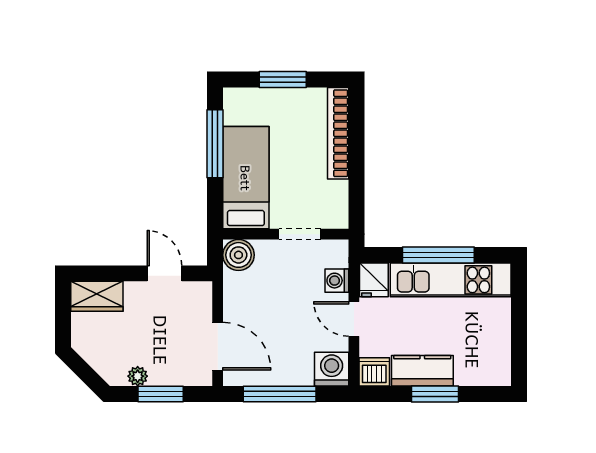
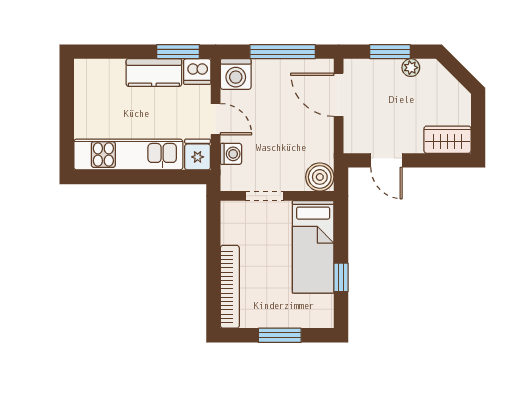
window: (215, 144) -> (341, 277), width x0.46
window: (438, 255) -> (139, 177), removed
window: (435, 394) -> (178, 52), moved

